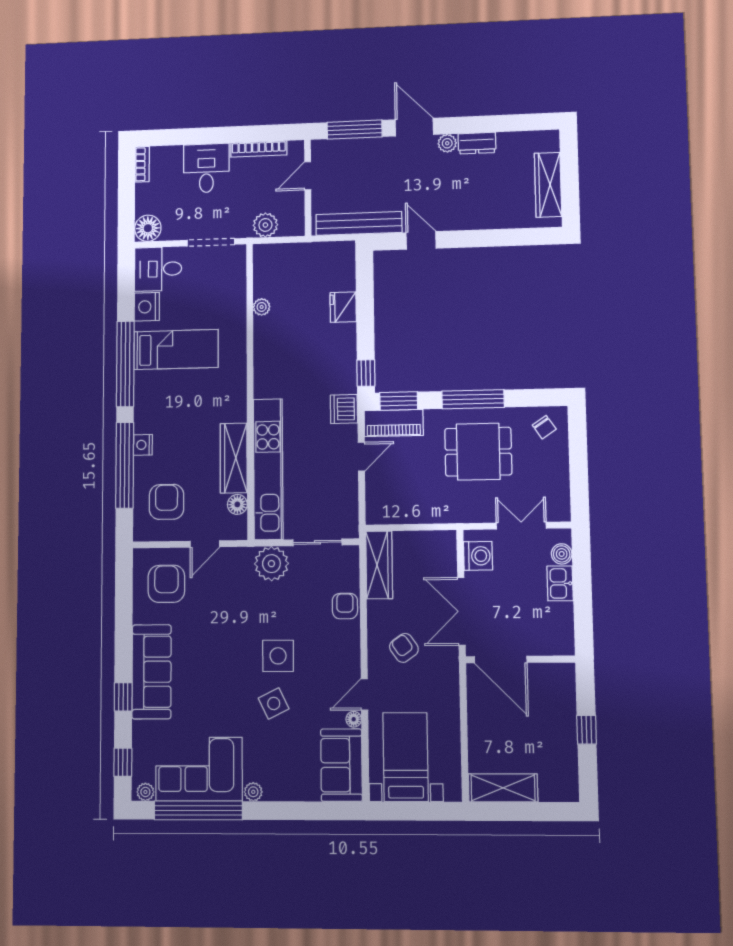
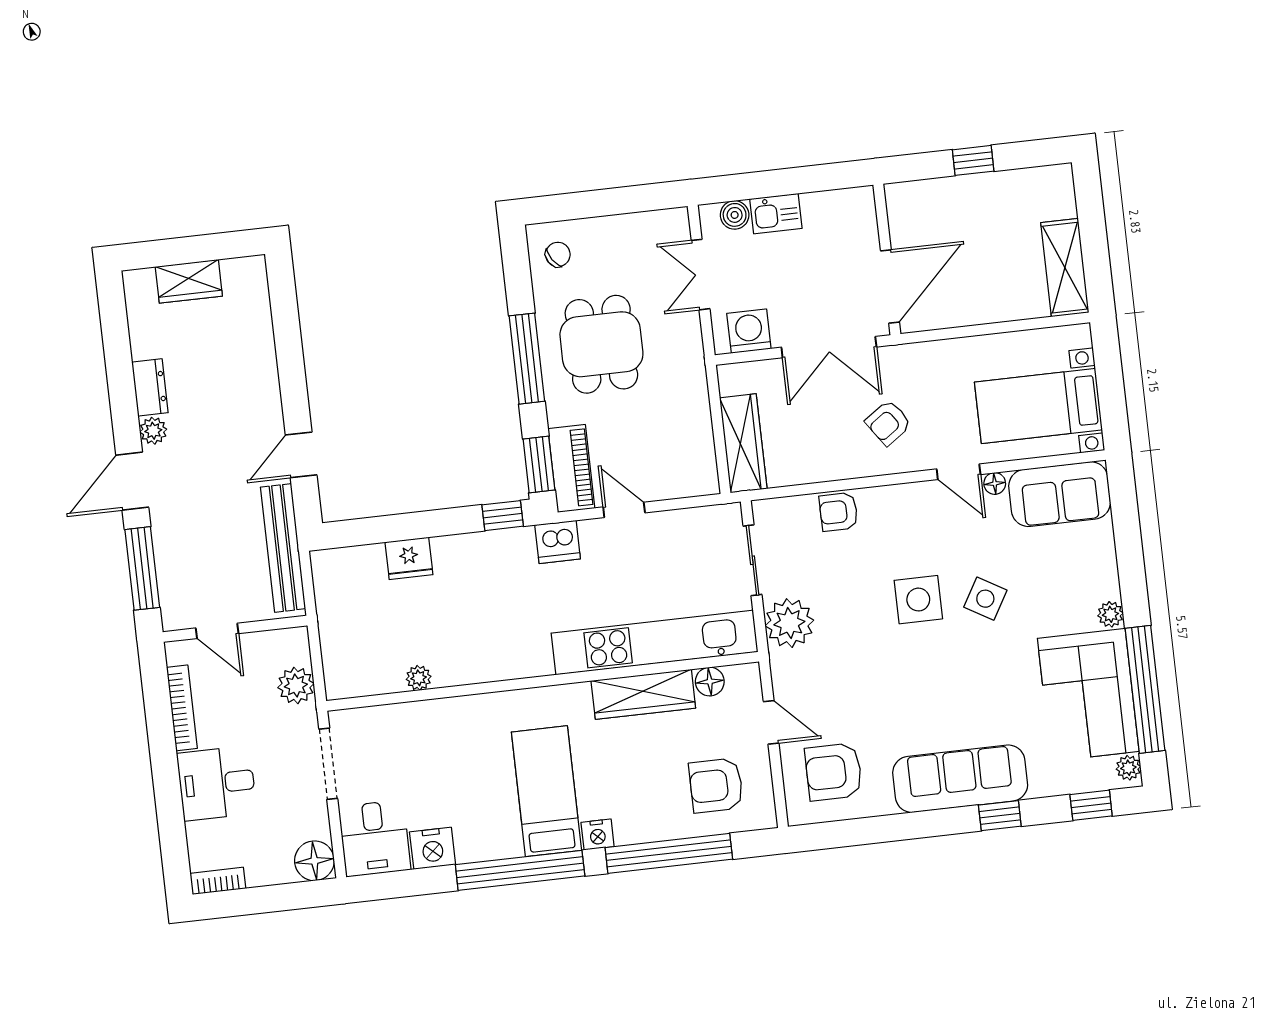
wardrobe: (548, 185) -> (189, 281), width x0.67
bed: (176, 349) -> (546, 791), moved
nightstand: (143, 445) -> (598, 835), moved
wardrobe: (379, 565) -> (743, 443), moved, turned 90
side table: (274, 703) -> (985, 599), turned -34

